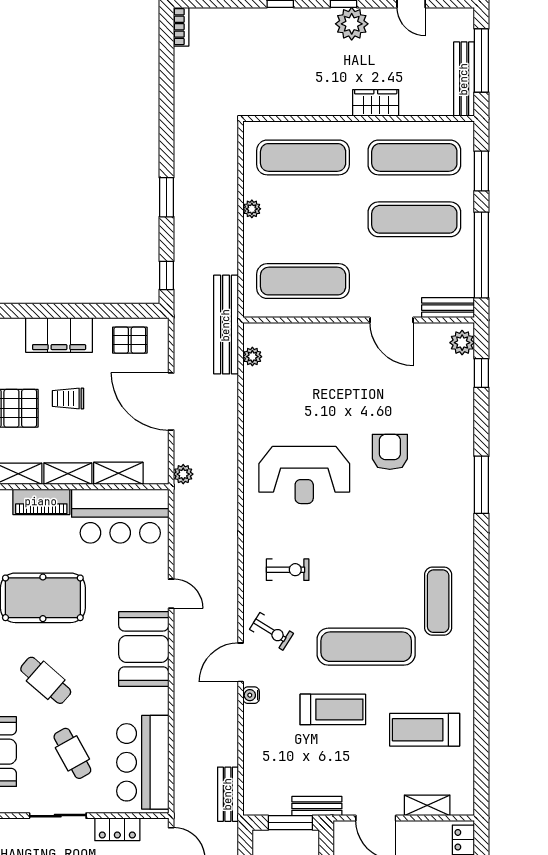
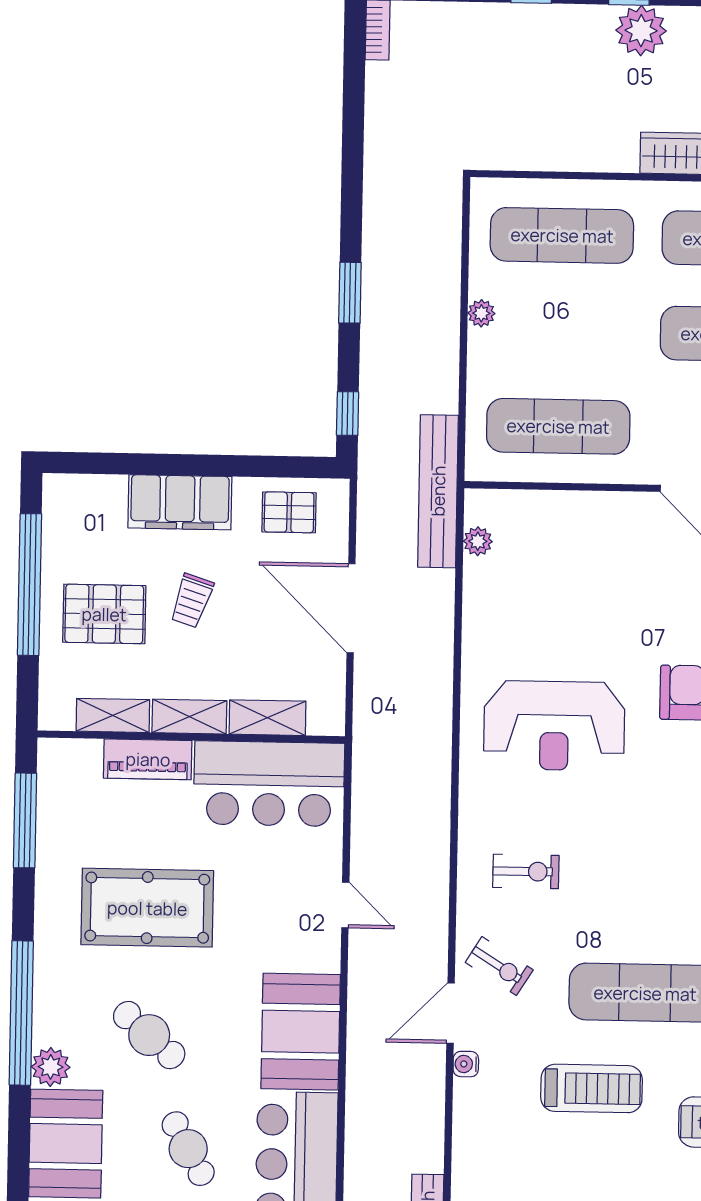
trolley: (68, 398) -> (192, 601), turned -72
plant: (183, 474) -> (368, 721), removed
booth: (144, 649) -> (301, 1032), moved

